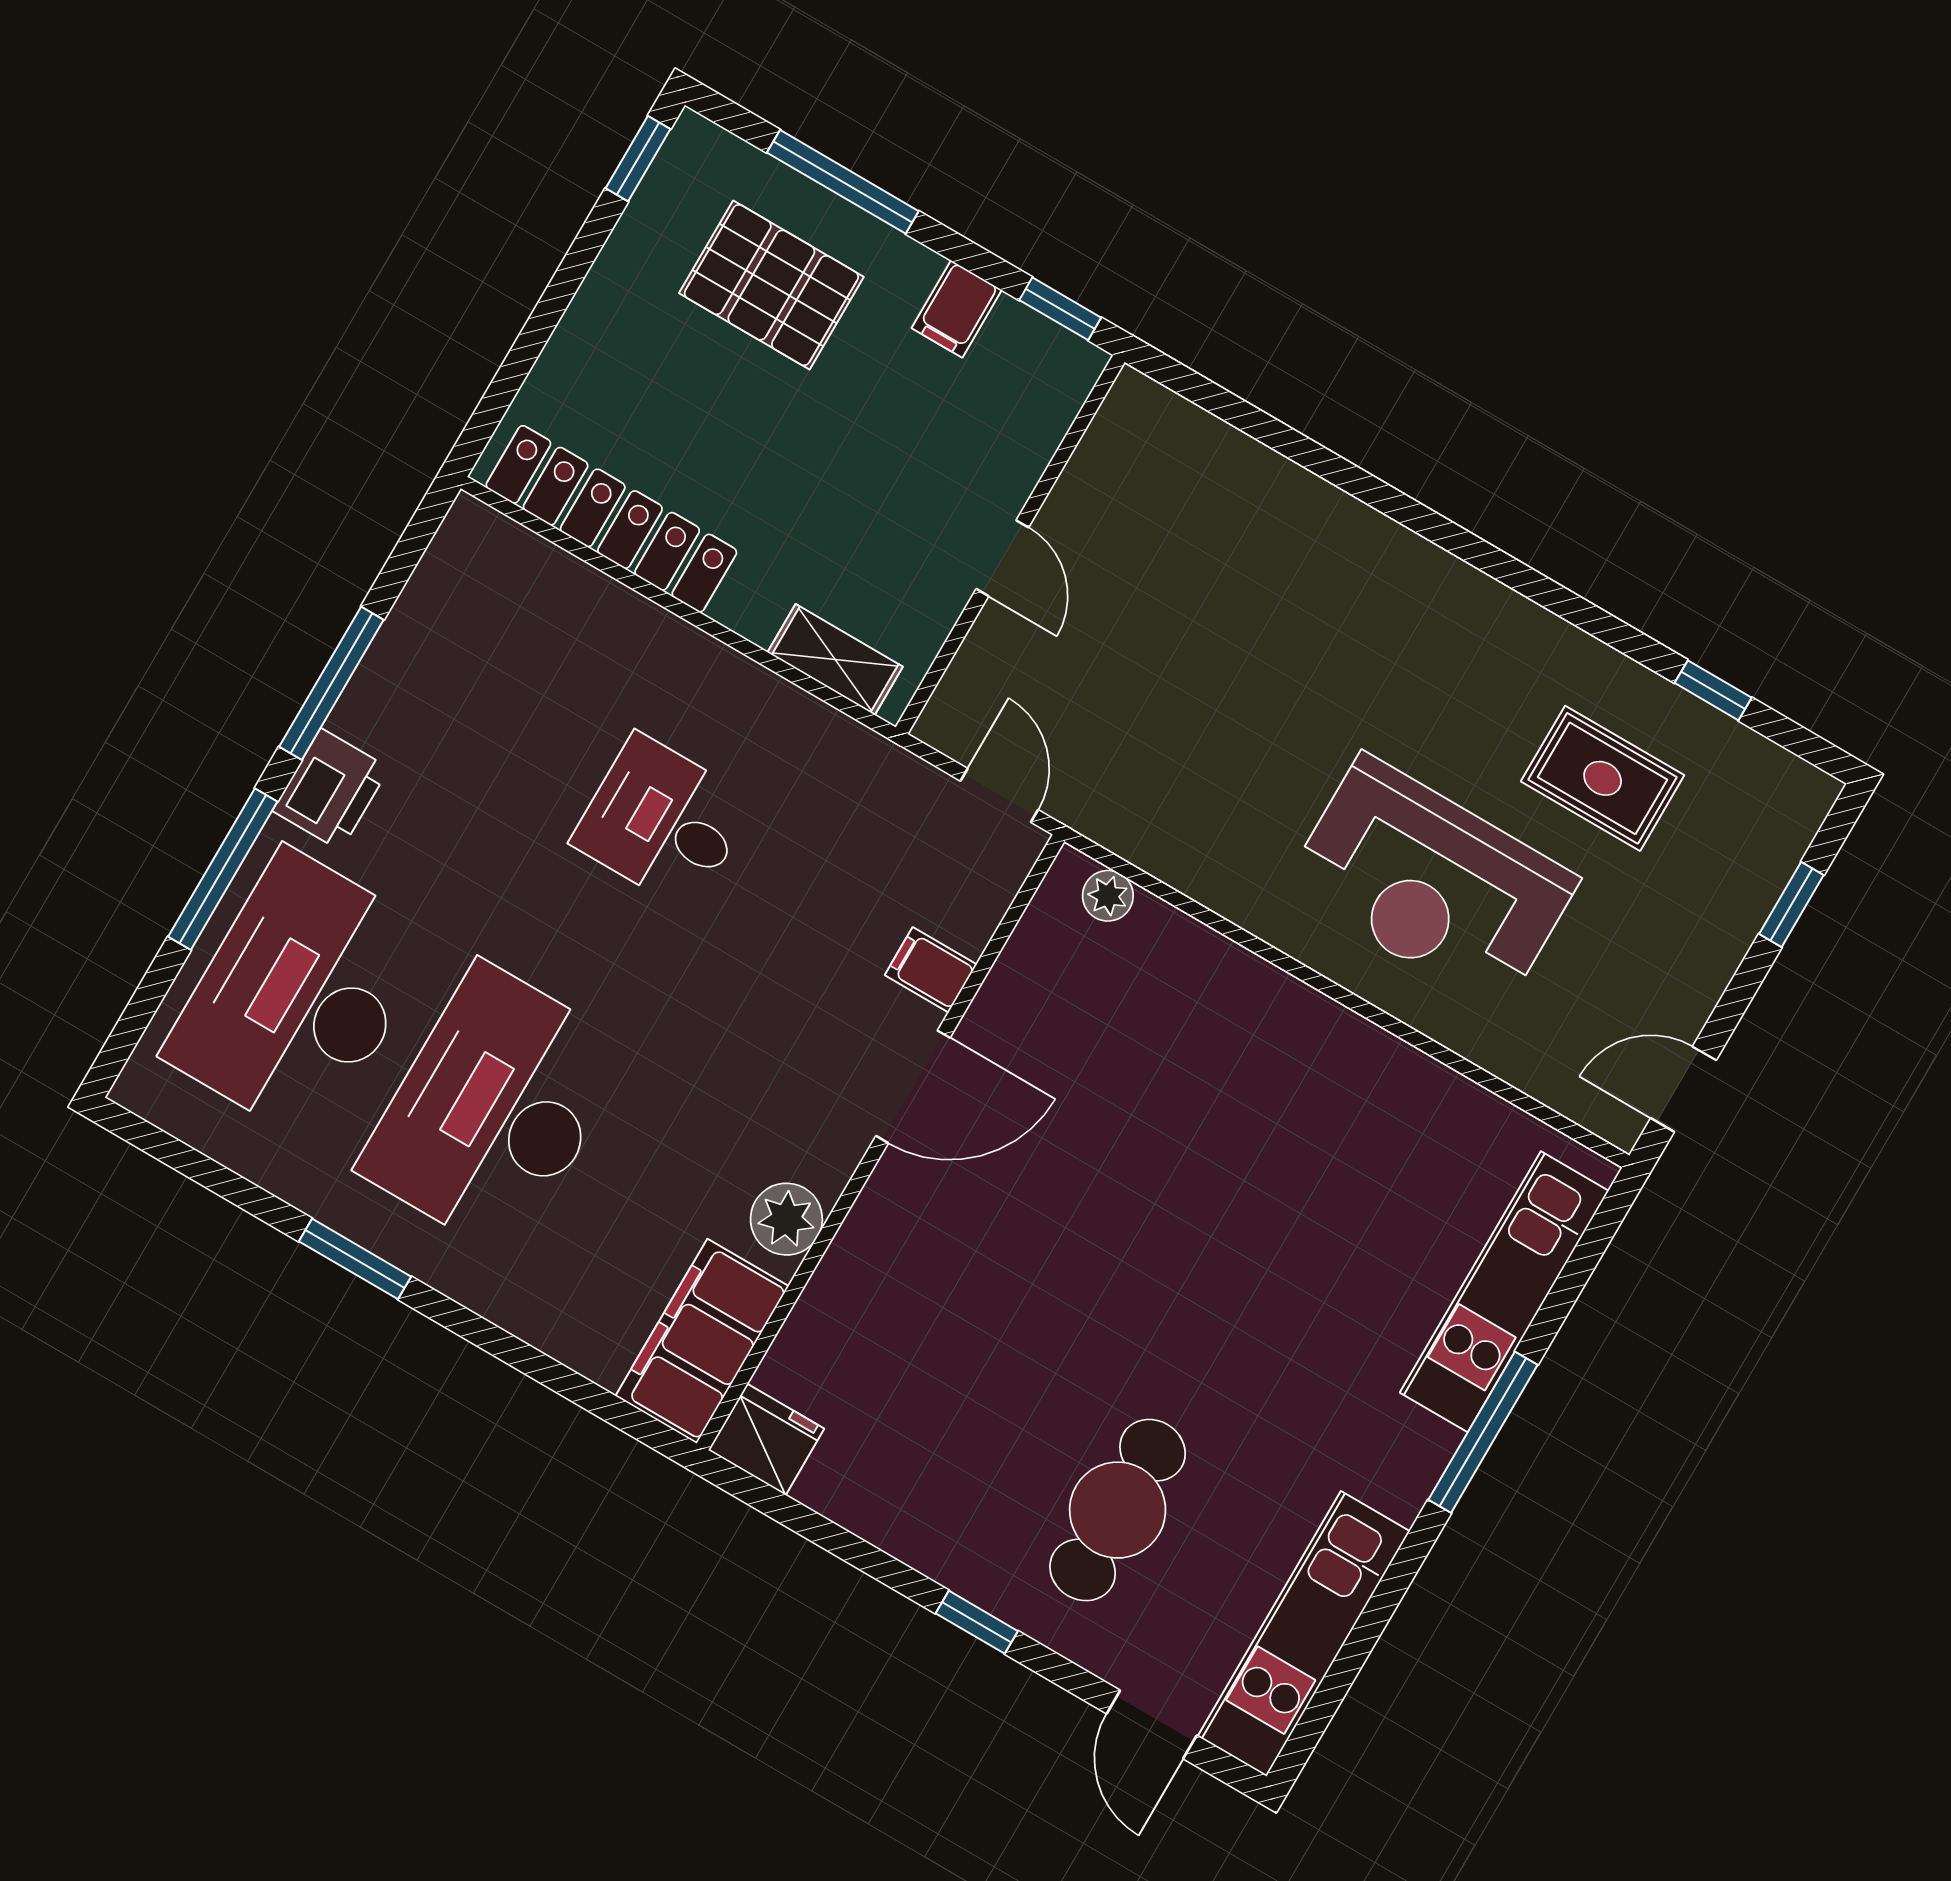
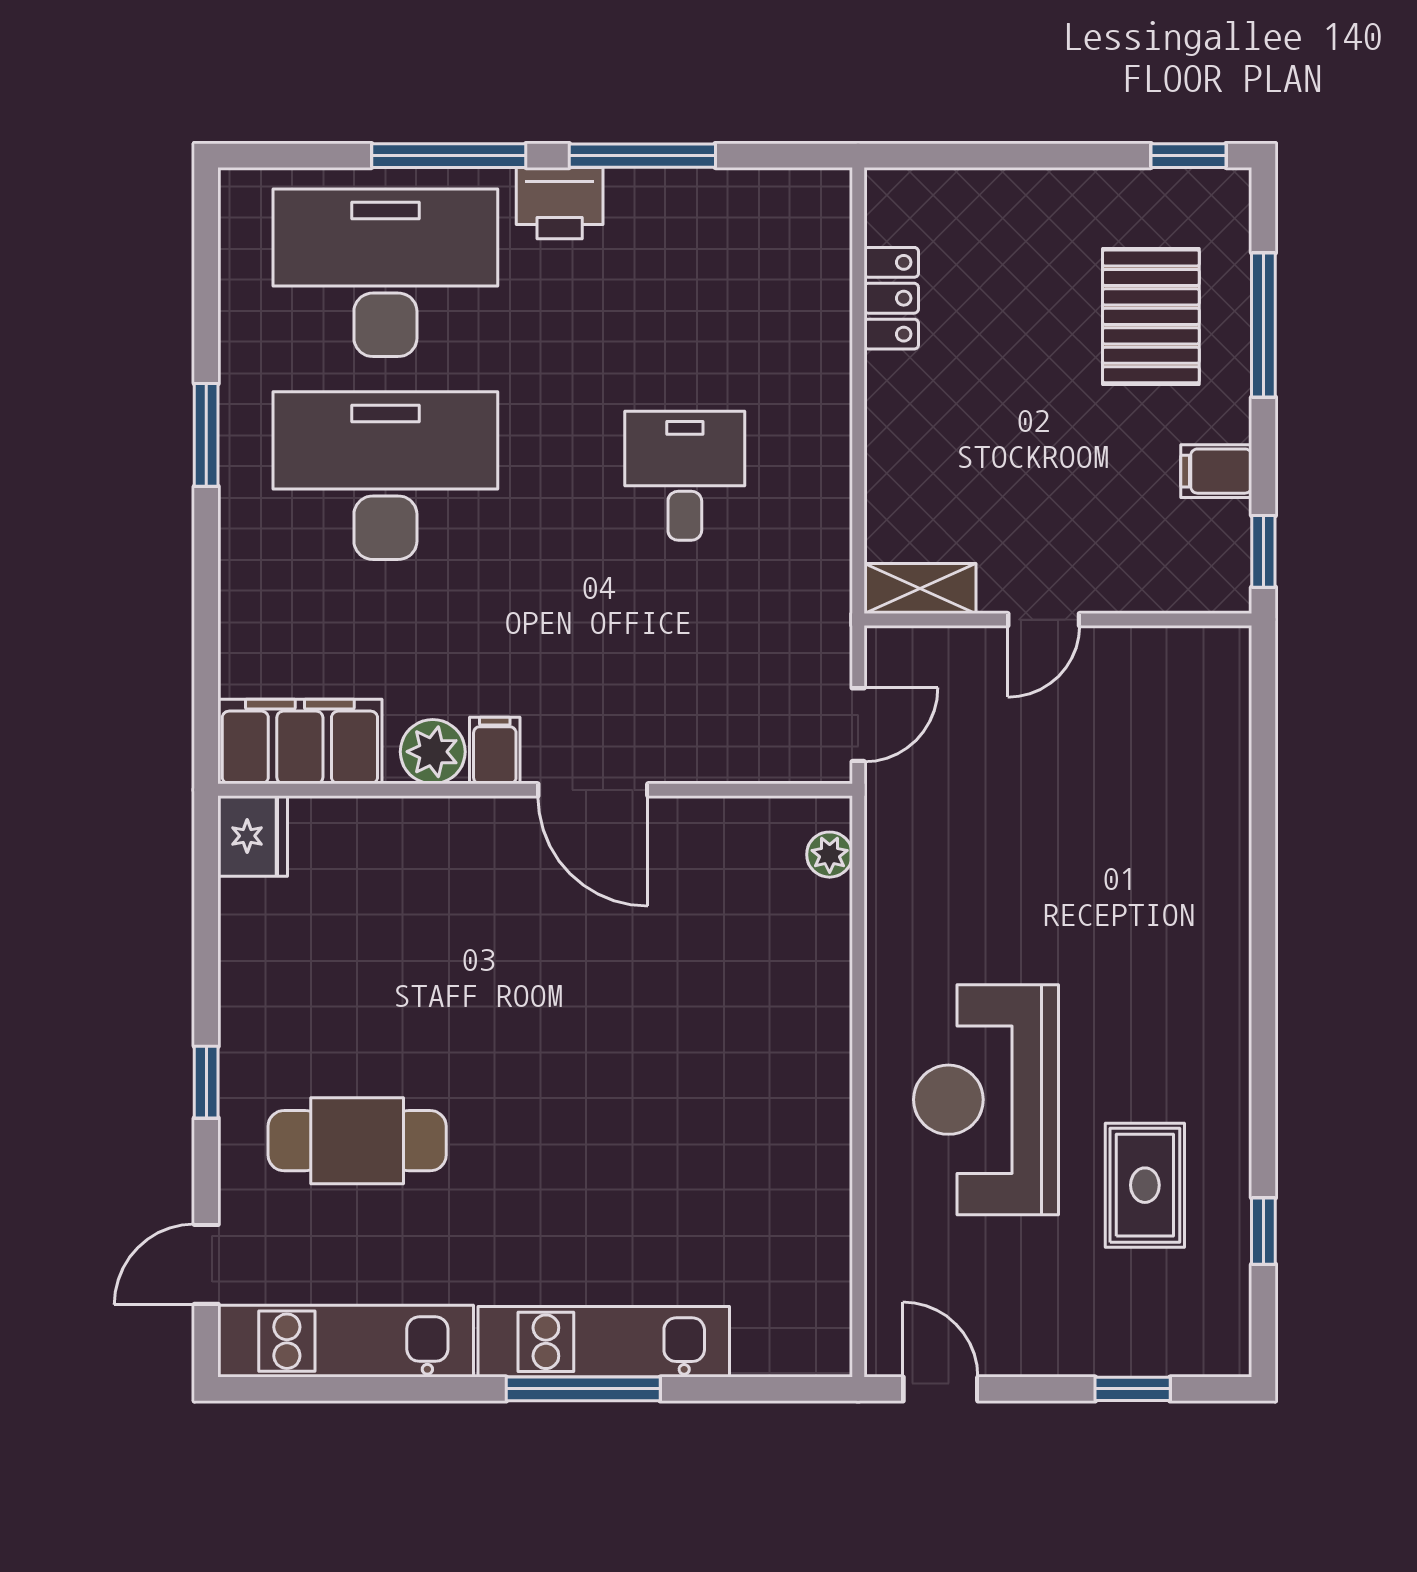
locker: (611, 519) -> (891, 298), width x0.46, depth x0.83
shelving: (835, 659) -> (920, 589), moved, turned 90
filing cabinet: (931, 970) -> (495, 751), moved
kitchen unit: (1504, 1292) -> (604, 1342), moved

